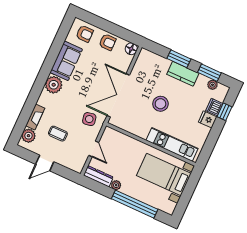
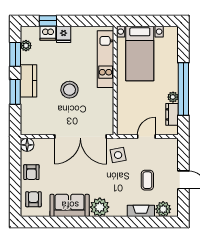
armchair: (107, 42) -> (31, 172), turned 180
dresser: (98, 176) -> (172, 114), width x0.70
window: (135, 204) -> (183, 89), moved

